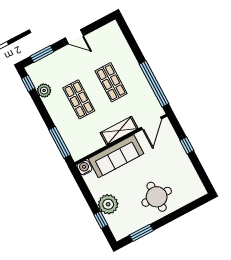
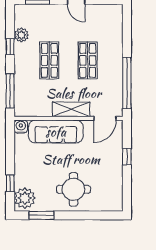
window: (28, 83) -> (10, 47), moved
plant: (108, 204) -> (25, 198), moved

